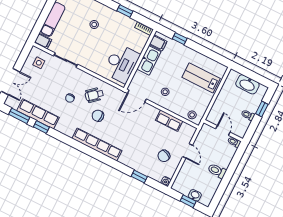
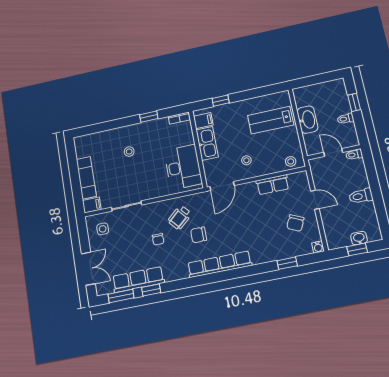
washbasin: (247, 84) -> (307, 120), moved, turned -90

